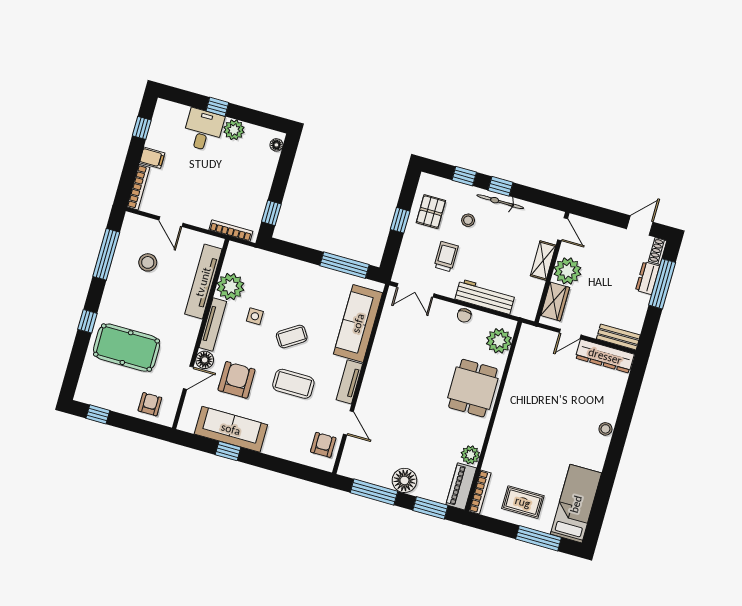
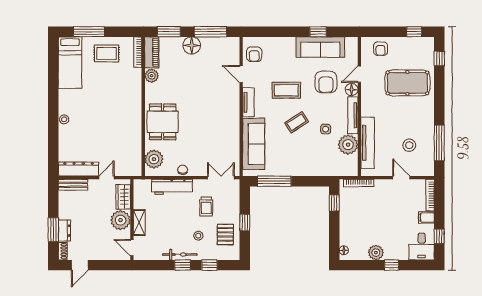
desk: (203, 130) -> (422, 247), moved
window: (662, 284) -> (53, 229), width x0.69
window: (87, 321) -> (439, 58), moved

